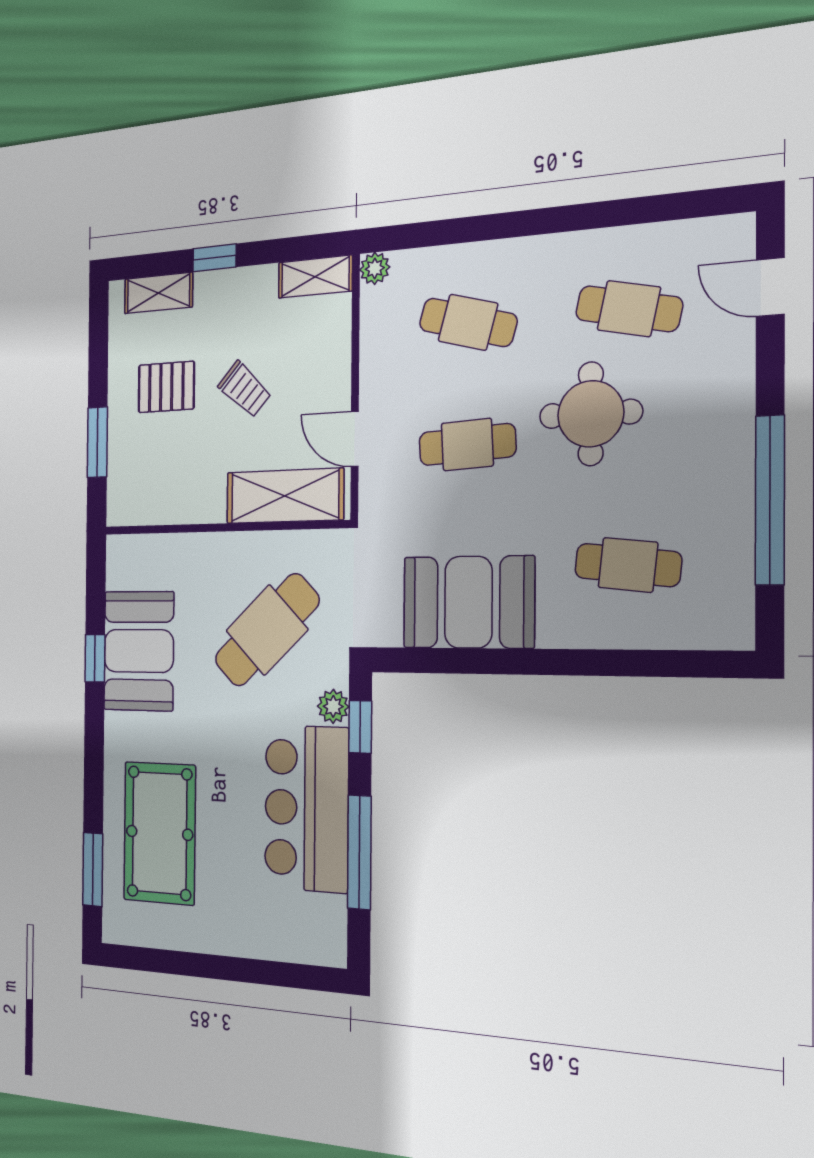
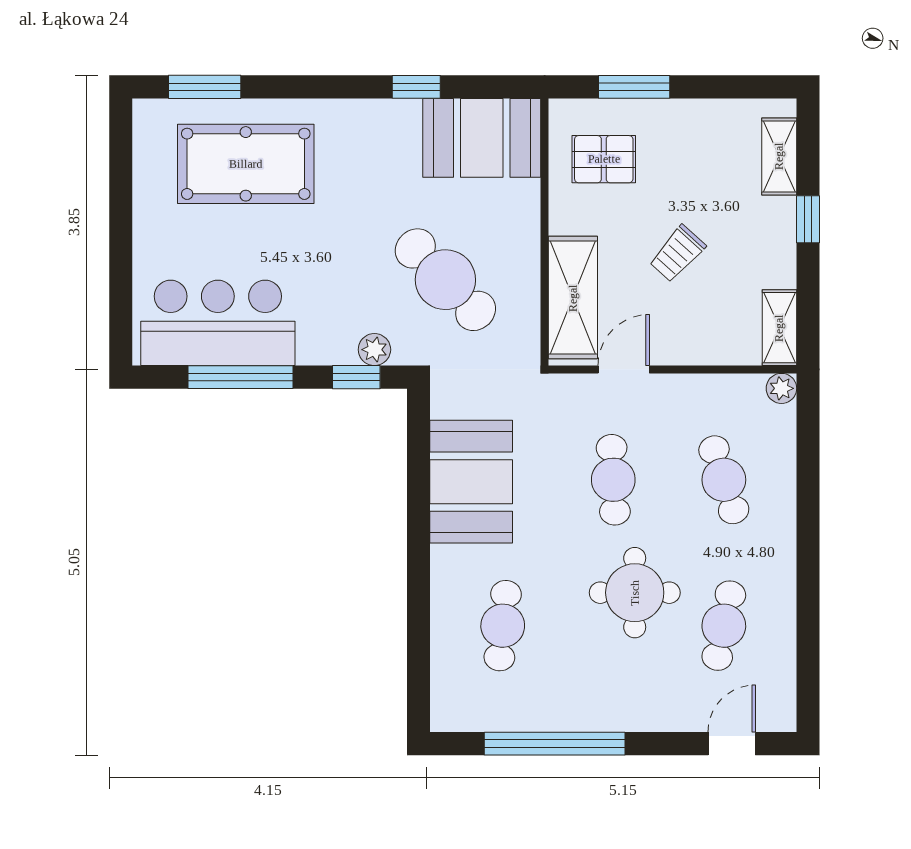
cafe table: (468, 322) -> (724, 480), turned -33
pallet: (166, 387) -> (604, 159), moved, turned 90
booth: (139, 651) -> (482, 138), moved
bar counter: (306, 808) -> (218, 323), moved

